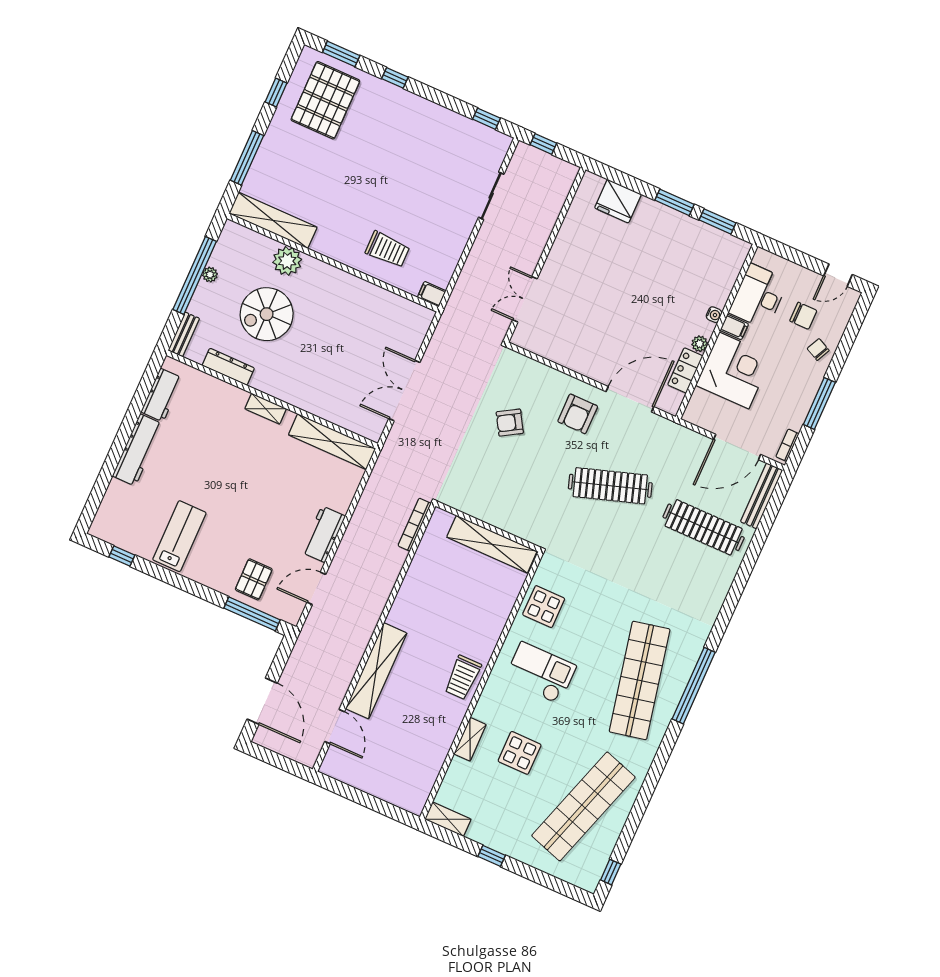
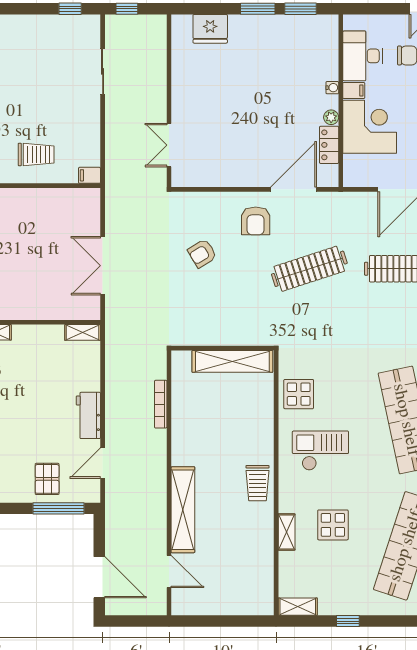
shelving: (332, 442) -> (83, 332), width x0.45, depth x0.75
bookcase: (415, 525) -> (161, 404), moved

